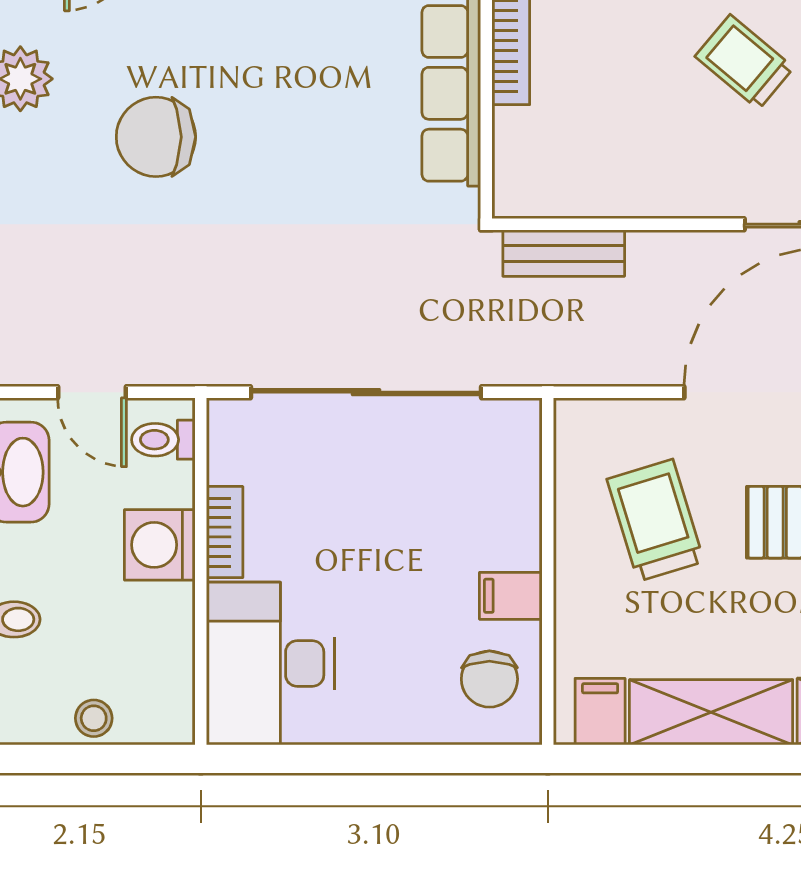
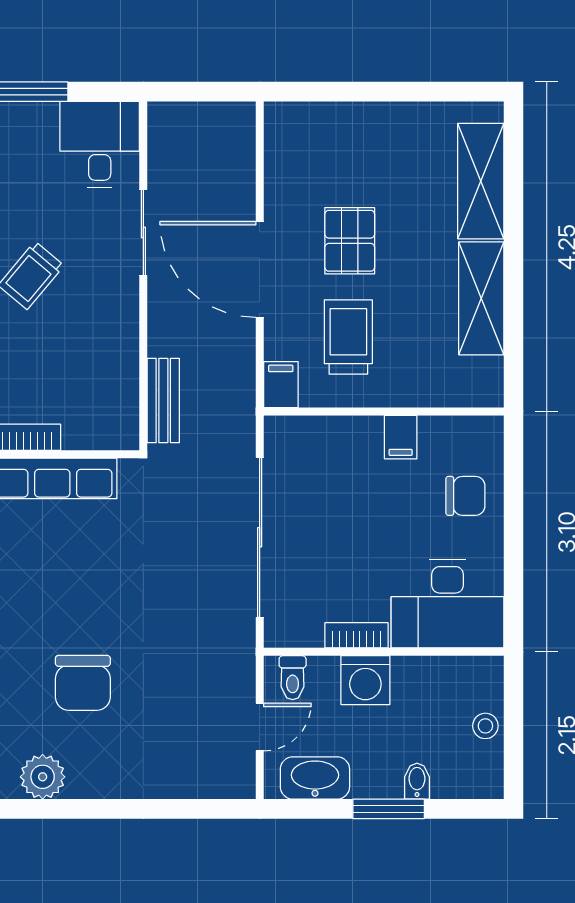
trolley: (655, 520) -> (348, 337), turned 107
chair: (489, 679) -> (465, 496), moved
filing cabinet: (600, 712) -> (281, 385), moved, turned 90

